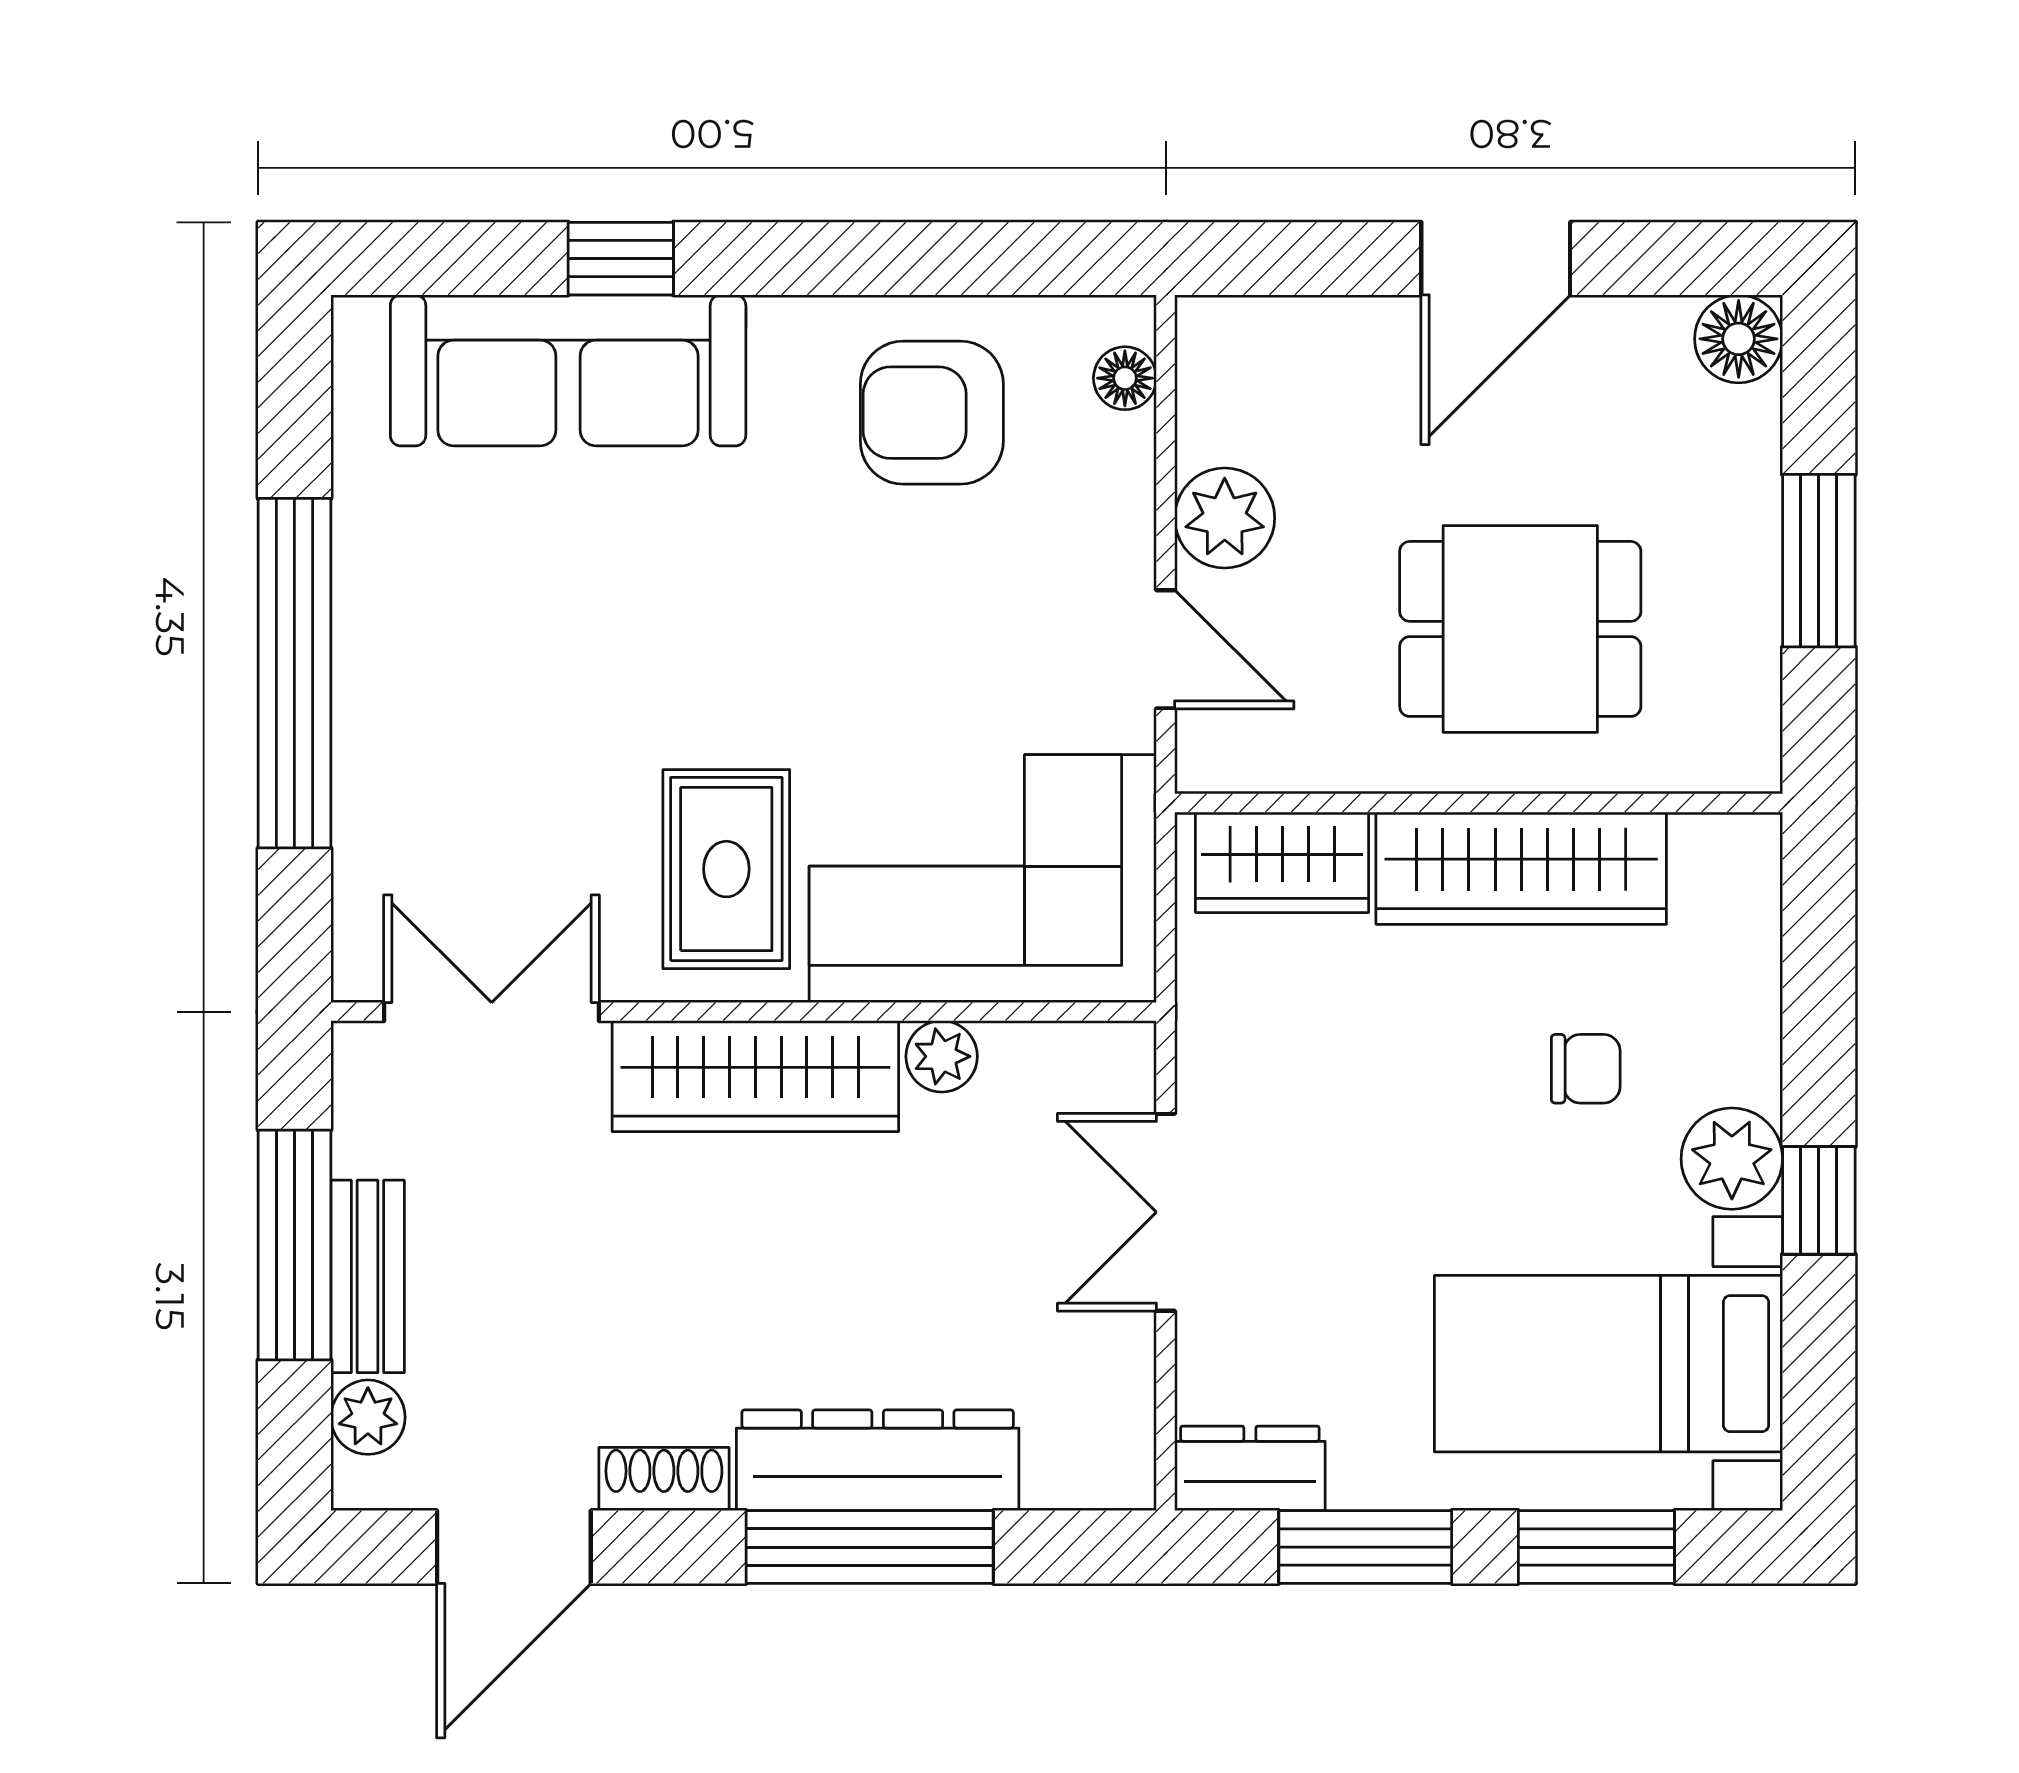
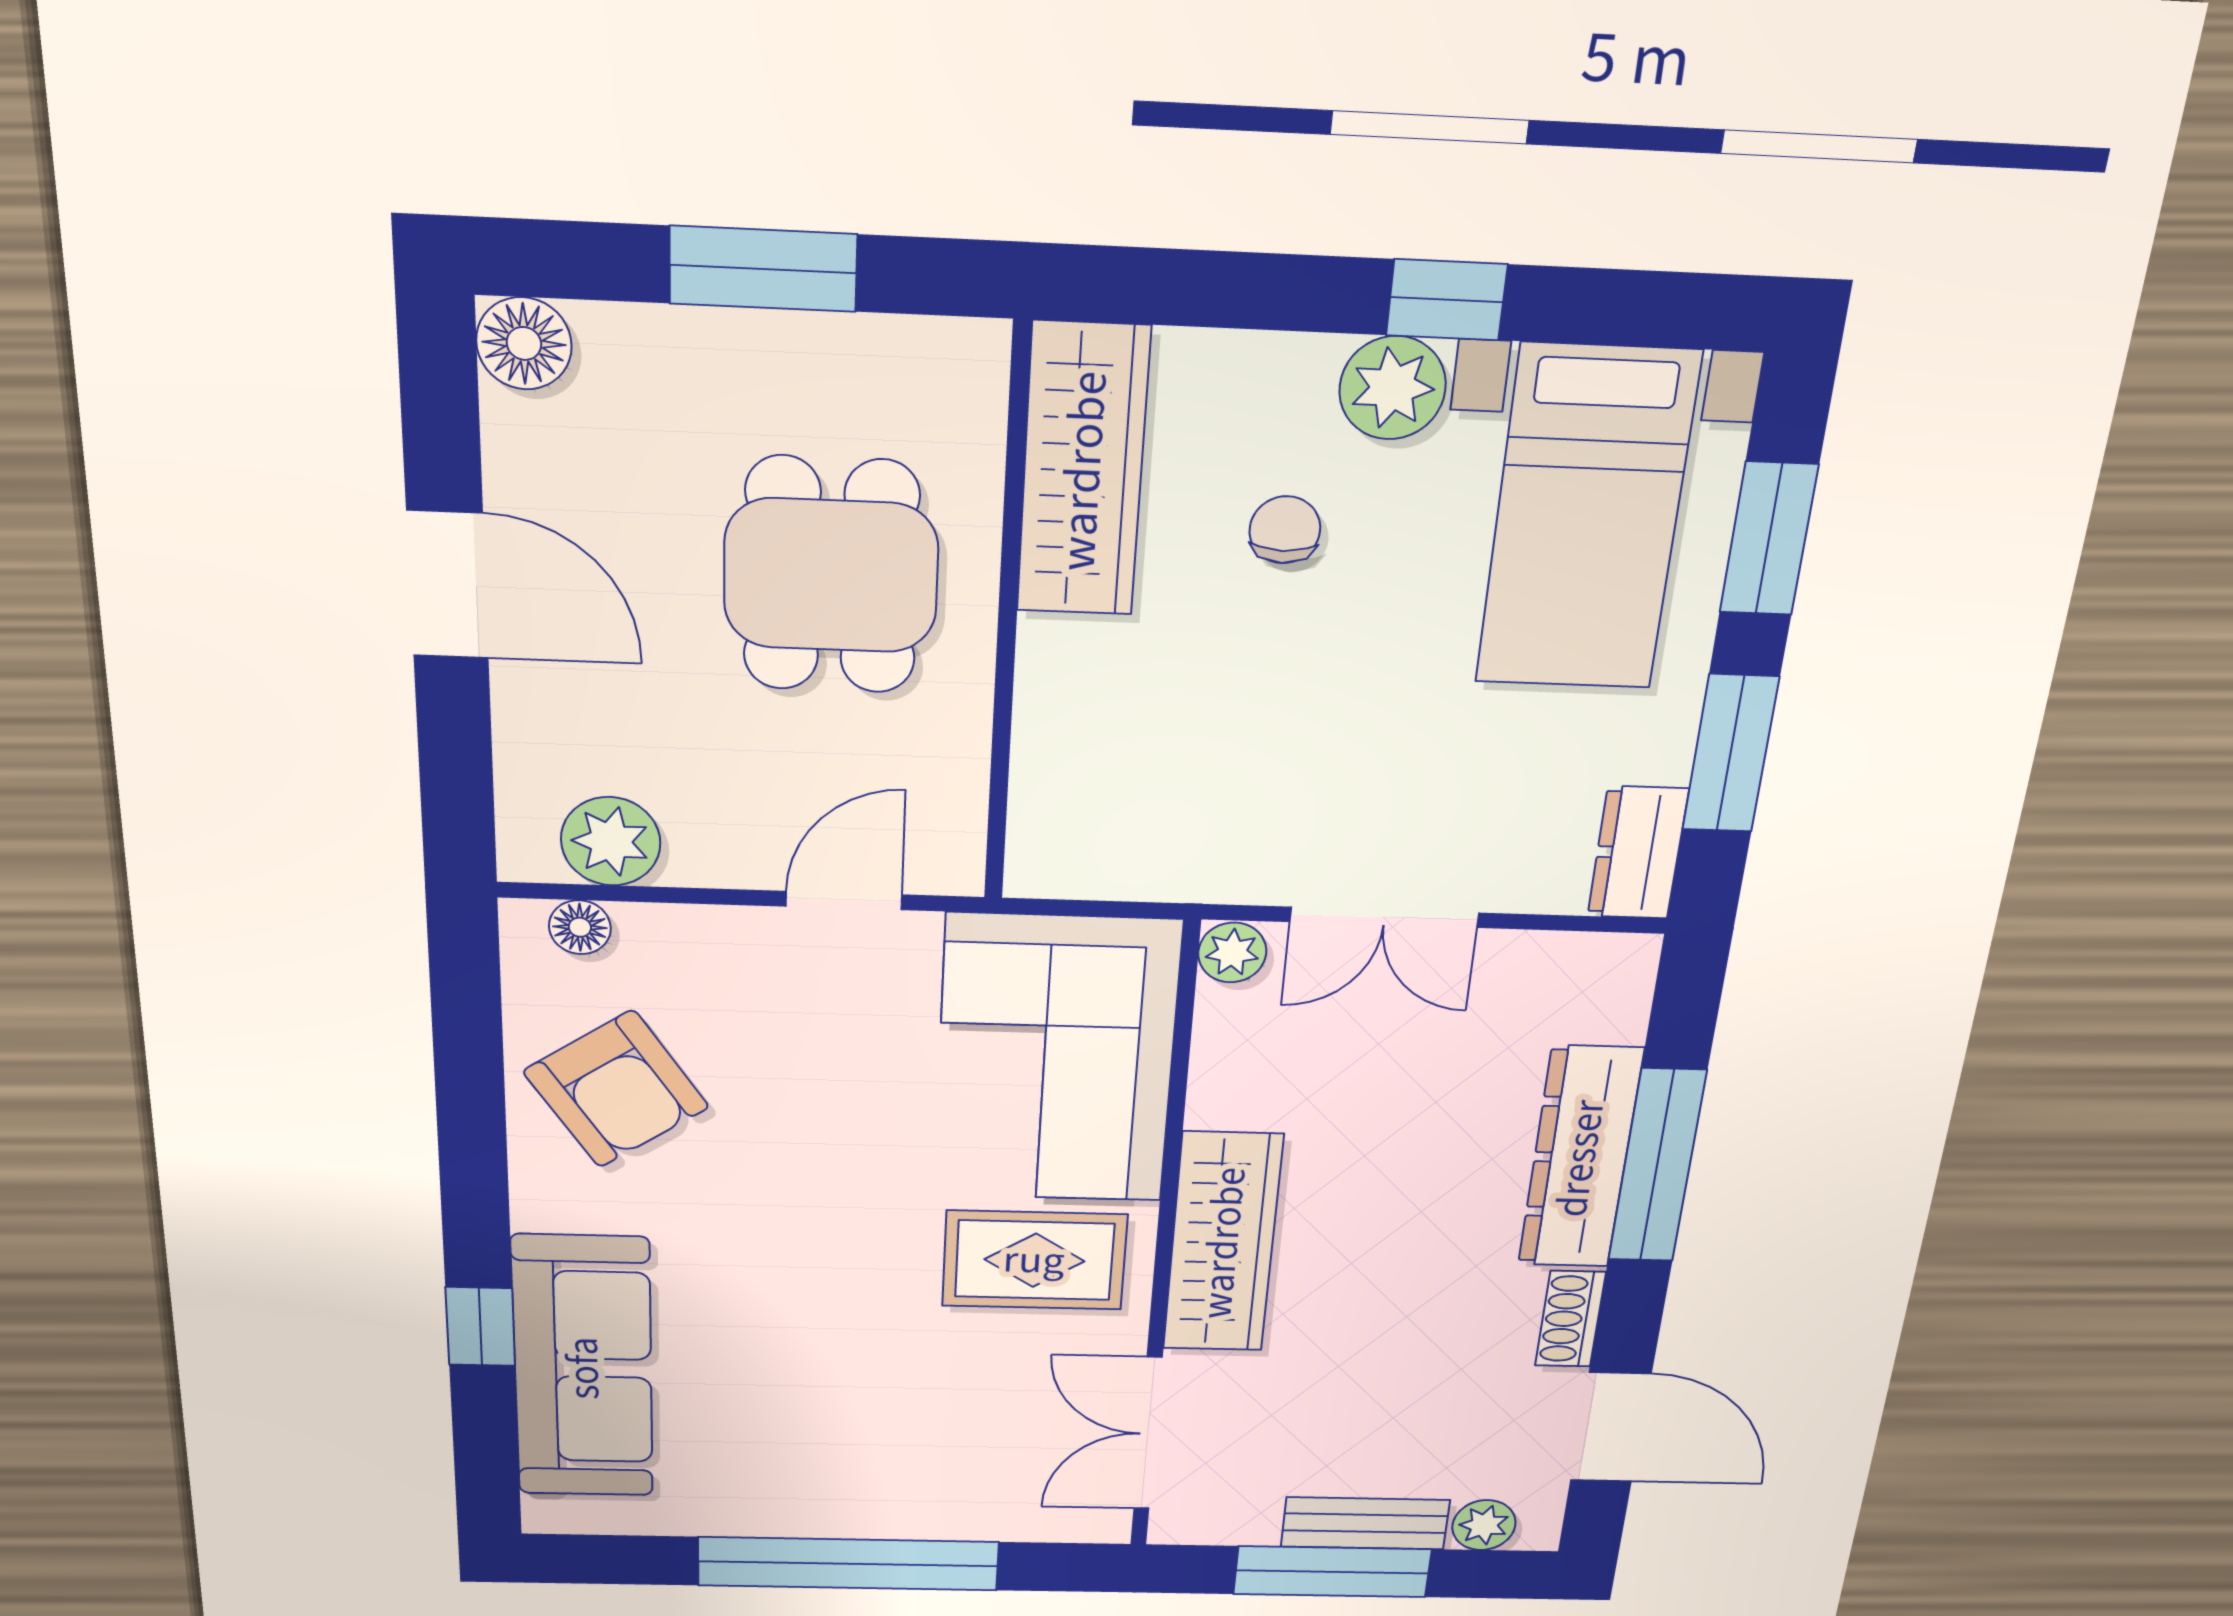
armchair: (932, 413) -> (616, 1089), turned -34
plant: (1225, 518) -> (611, 841), moved
wardrobe: (1282, 862) -> (1056, 805), removed
wardrobe: (1521, 868) -> (1083, 471), moved
plant: (942, 1056) -> (1232, 953), moved

